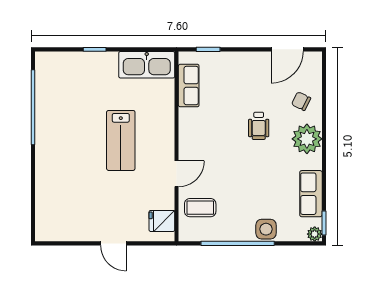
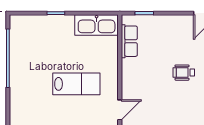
wheelchair: (259, 126) -> (184, 73), turned 90
lab bench: (121, 140) -> (76, 84), turned -90

